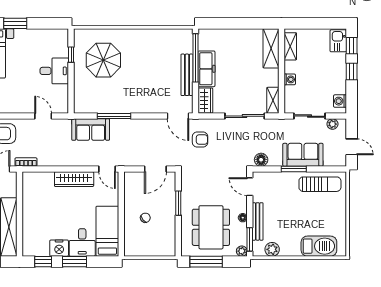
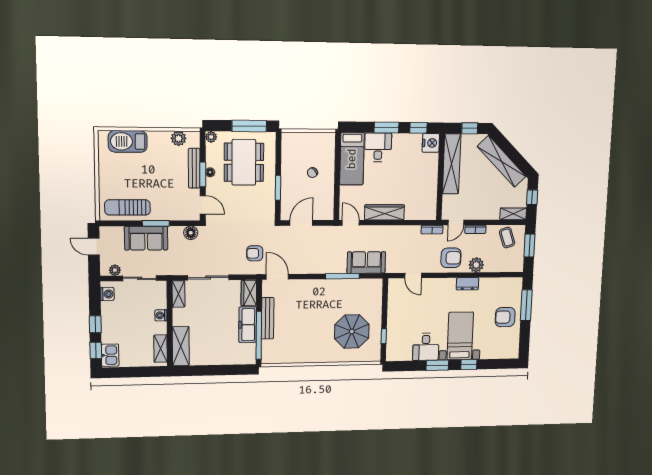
desk: (54, 71) -> (426, 347), moved, turned -90
window: (250, 239) -> (203, 174), moved
nightstand: (59, 248) -> (431, 143), moved, turned 90

